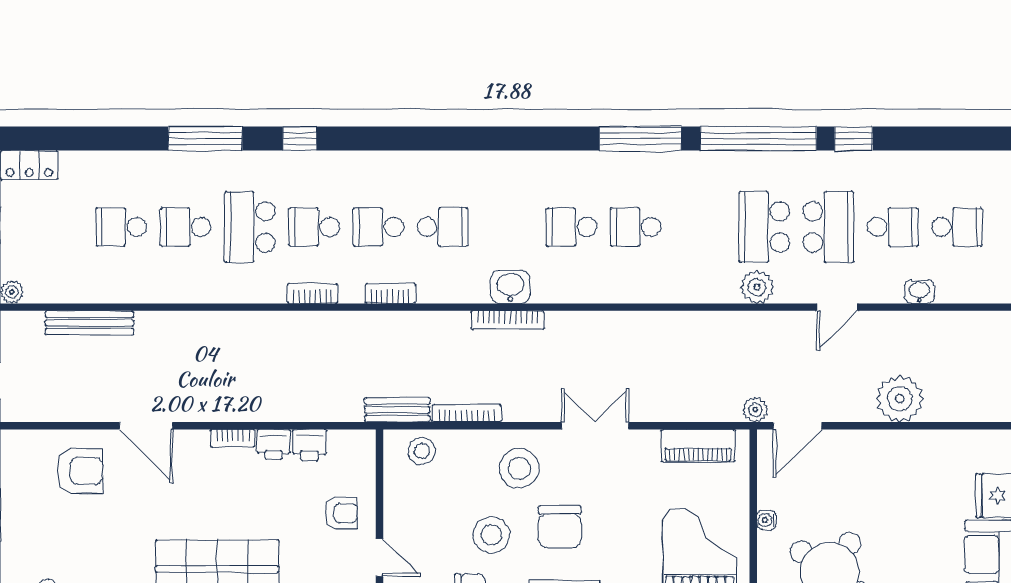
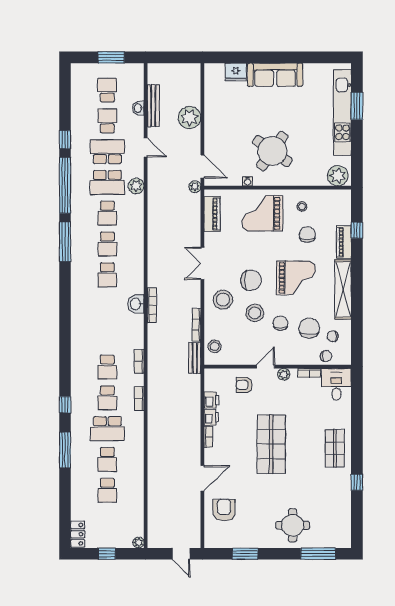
school desk: (443, 227) -> (107, 213), moved, turned 180
bench: (89, 323) -> (153, 106), moved
armchair: (341, 513) -> (244, 385), turned -90

